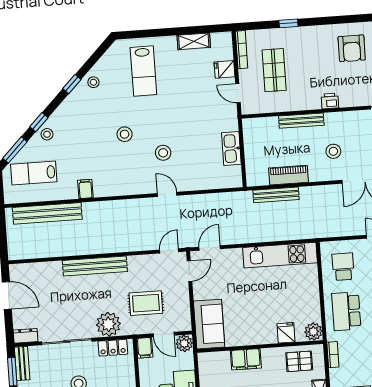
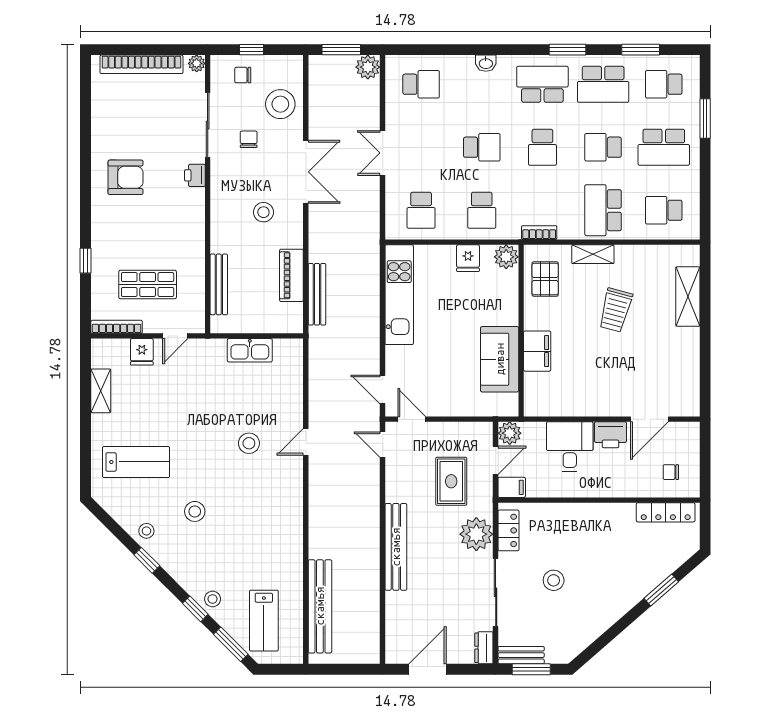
printer: (330, 101) -> (195, 175), moved
bench: (301, 121) -> (219, 284), moved
stool: (125, 134) -> (195, 511), moved
filing cabinet: (85, 189) -> (290, 552), removed
school desk: (343, 267) -> (421, 210), turned -90
school desk: (346, 311) -> (482, 210), width x0.54
sofa: (209, 324) -> (500, 359), moved, turned -90
fridge: (286, 333) -> (468, 258), moved, turned -90

